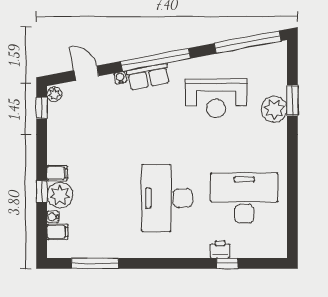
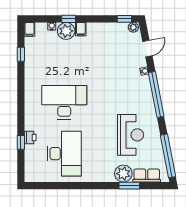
row of seats: (148, 77) -> (147, 176), moved, turned 101
reception desk: (216, 98) -> (131, 135), turned 180
filing cabinet: (57, 232) -> (30, 29), moved
window: (95, 263) -> (21, 54), width x0.46

